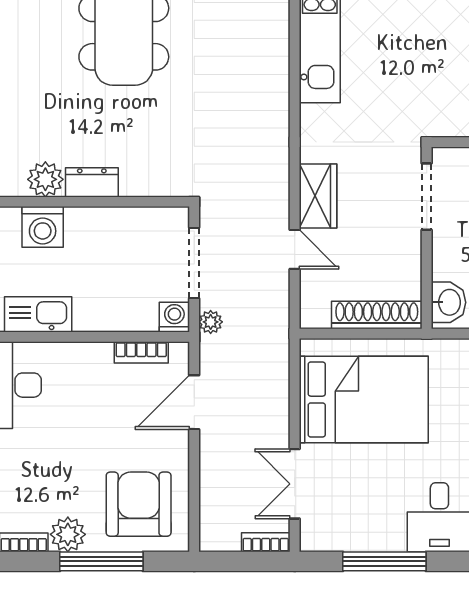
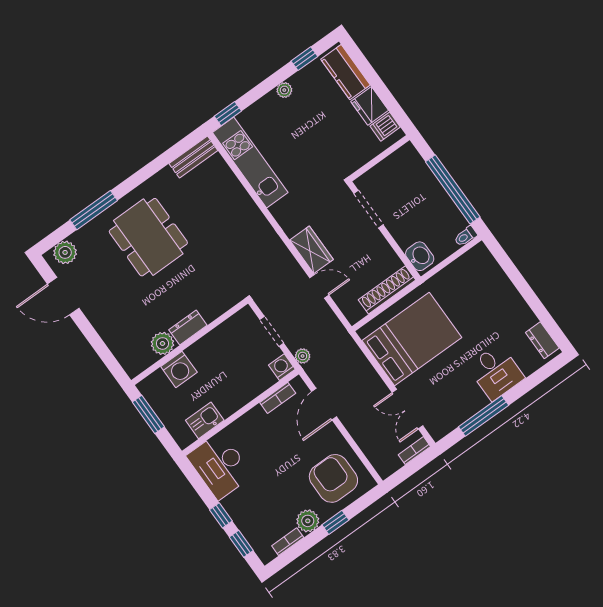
doorway: (194, 263) -> (272, 331), width x0.73
kitchen sink: (38, 314) -> (205, 420), width x0.73
window: (101, 561) -> (335, 522), width x0.46

